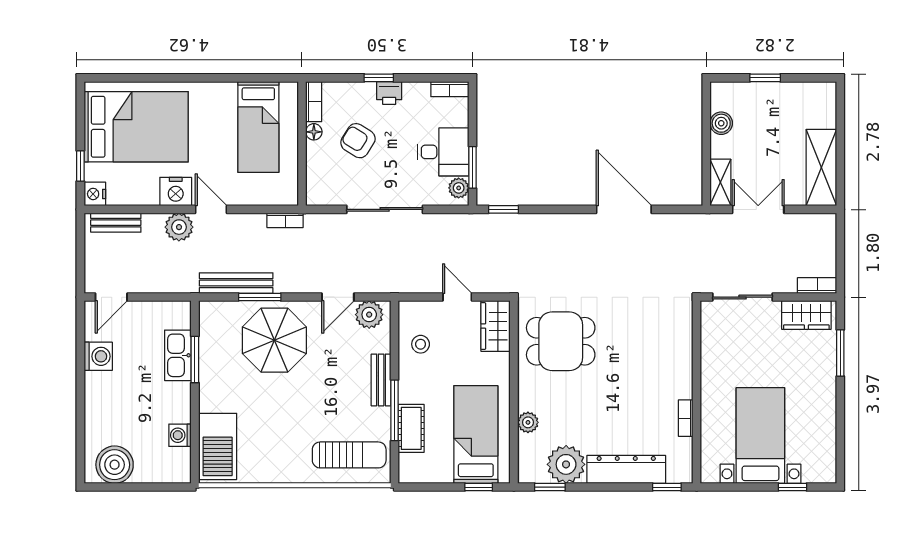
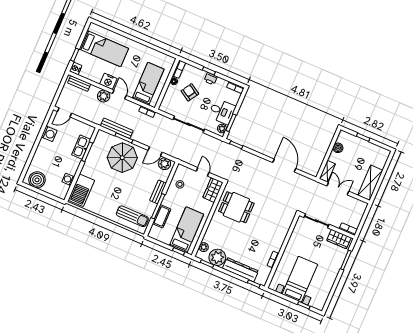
bed: (136, 127) -> (104, 49), width x0.67
bed: (258, 127) -> (148, 84), moved, turned 180
plant: (528, 422) -> (204, 247), moved

